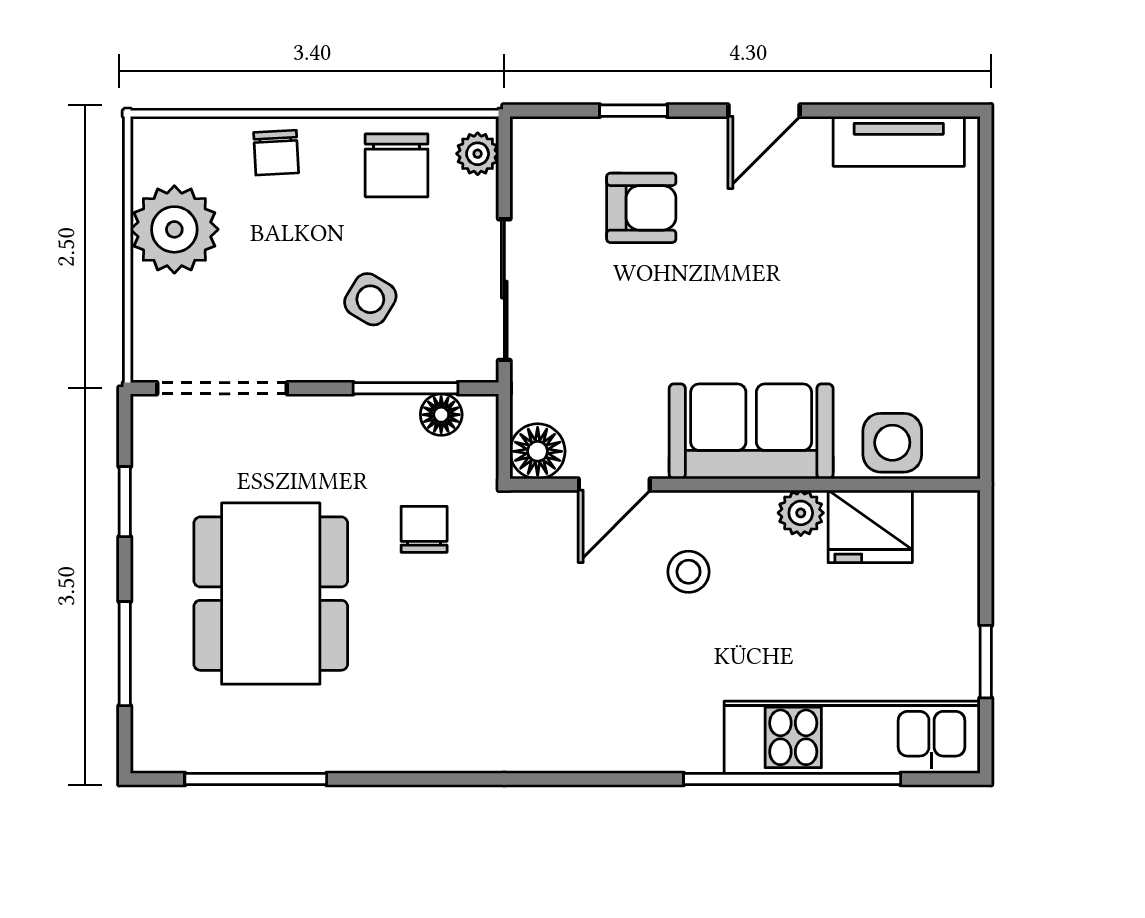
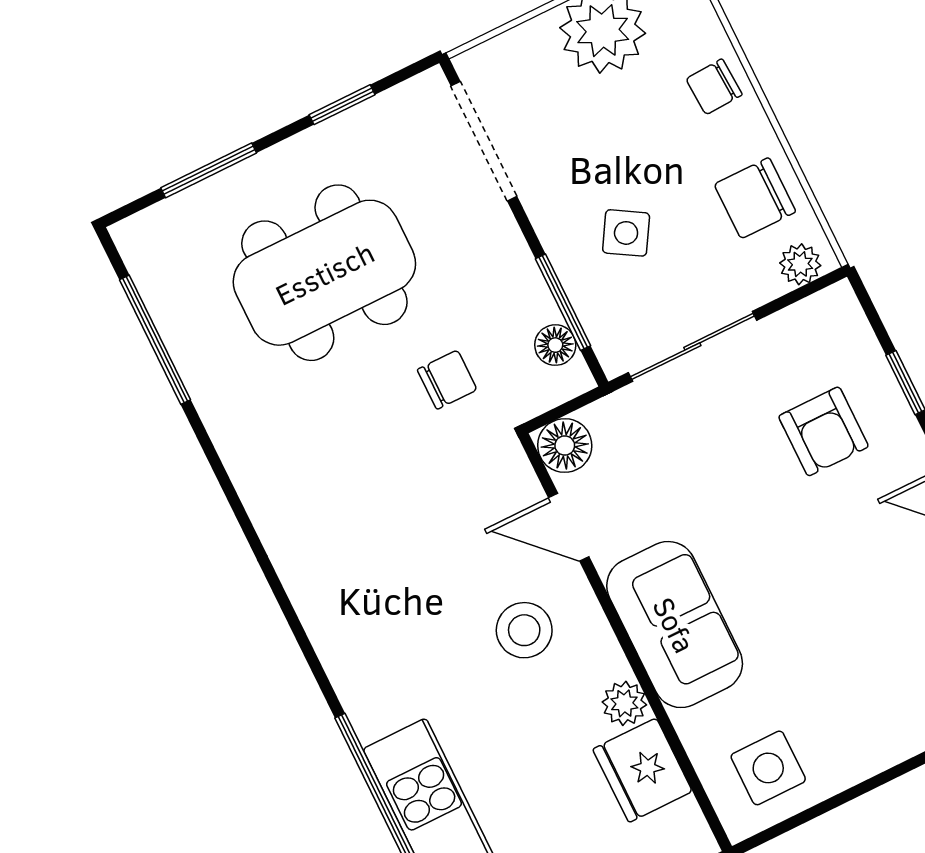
side table: (892, 443) -> (768, 768), moved
stool: (689, 572) -> (524, 630), width x1.37, depth x1.37

